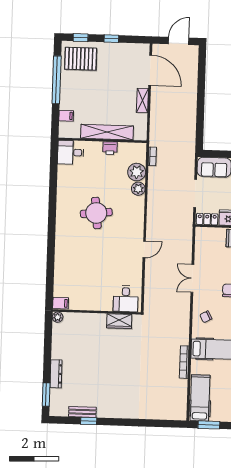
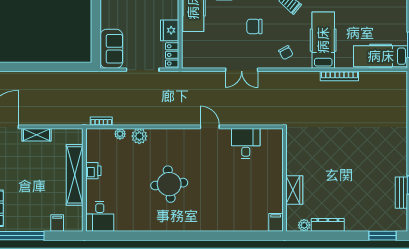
plant: (137, 172) -> (120, 134), width x0.53, depth x0.53
desk: (126, 299) -> (246, 144), moved, turned -90
plant: (58, 317) -> (304, 225), moved
wardrobe: (119, 321) -> (294, 190), moved
dresser: (56, 374) -> (328, 225), moved

